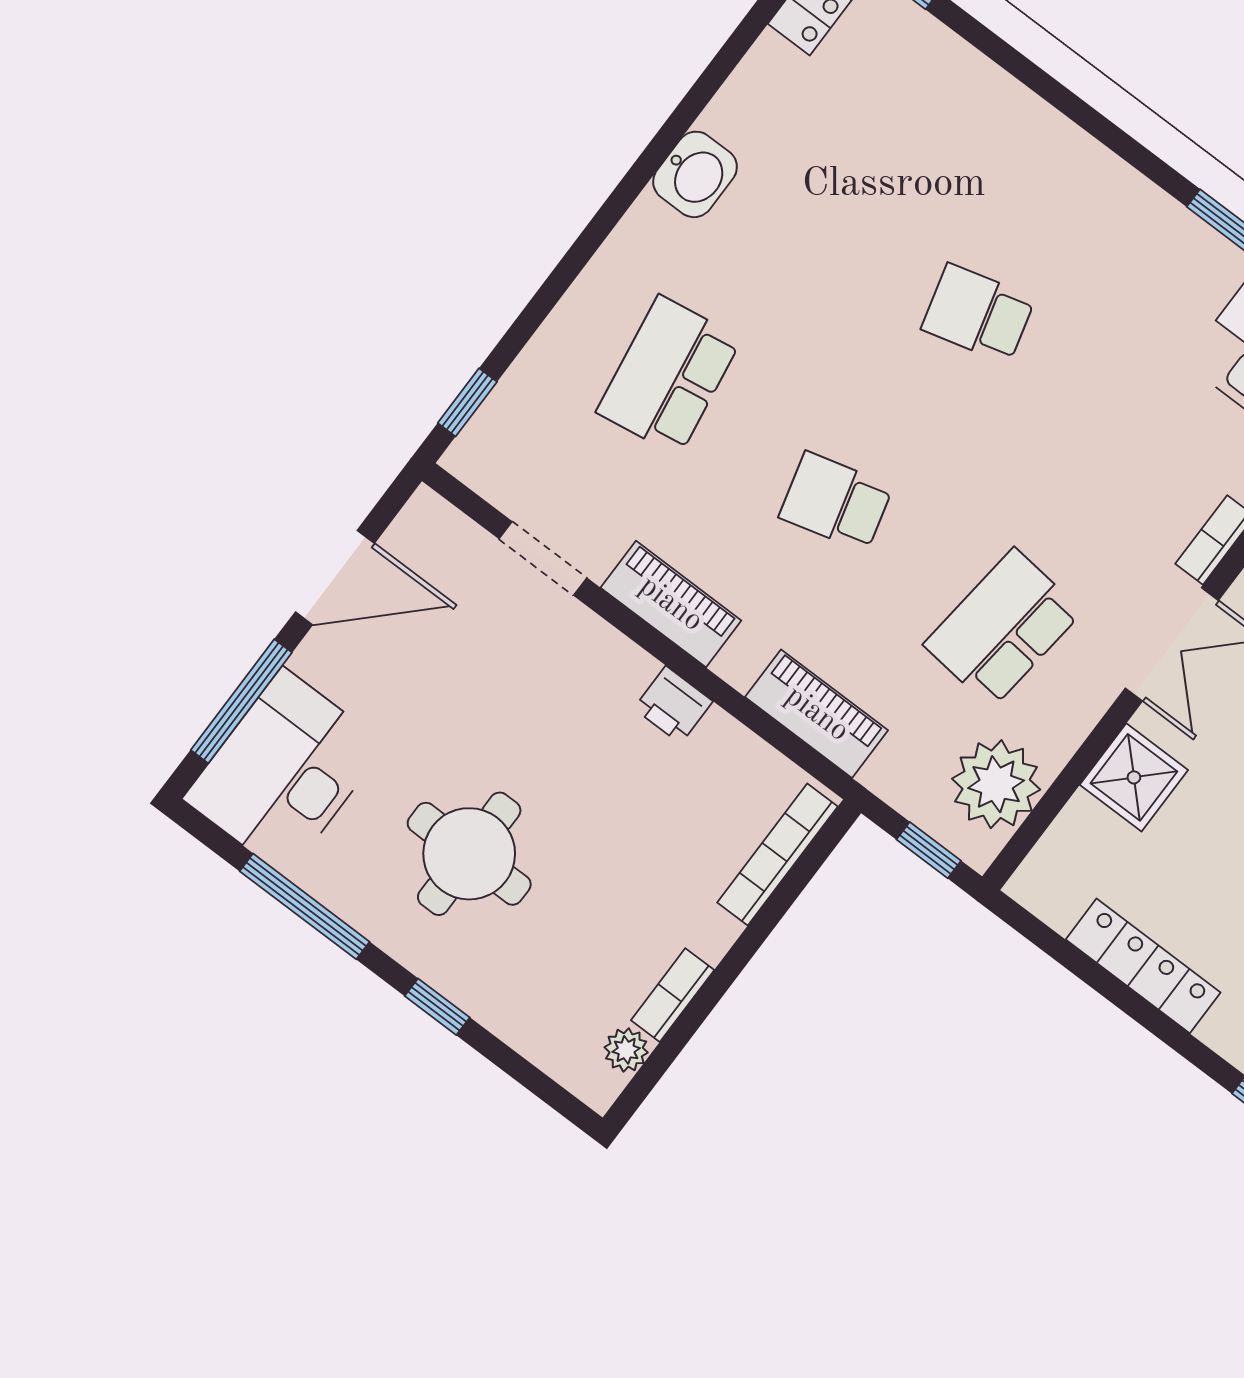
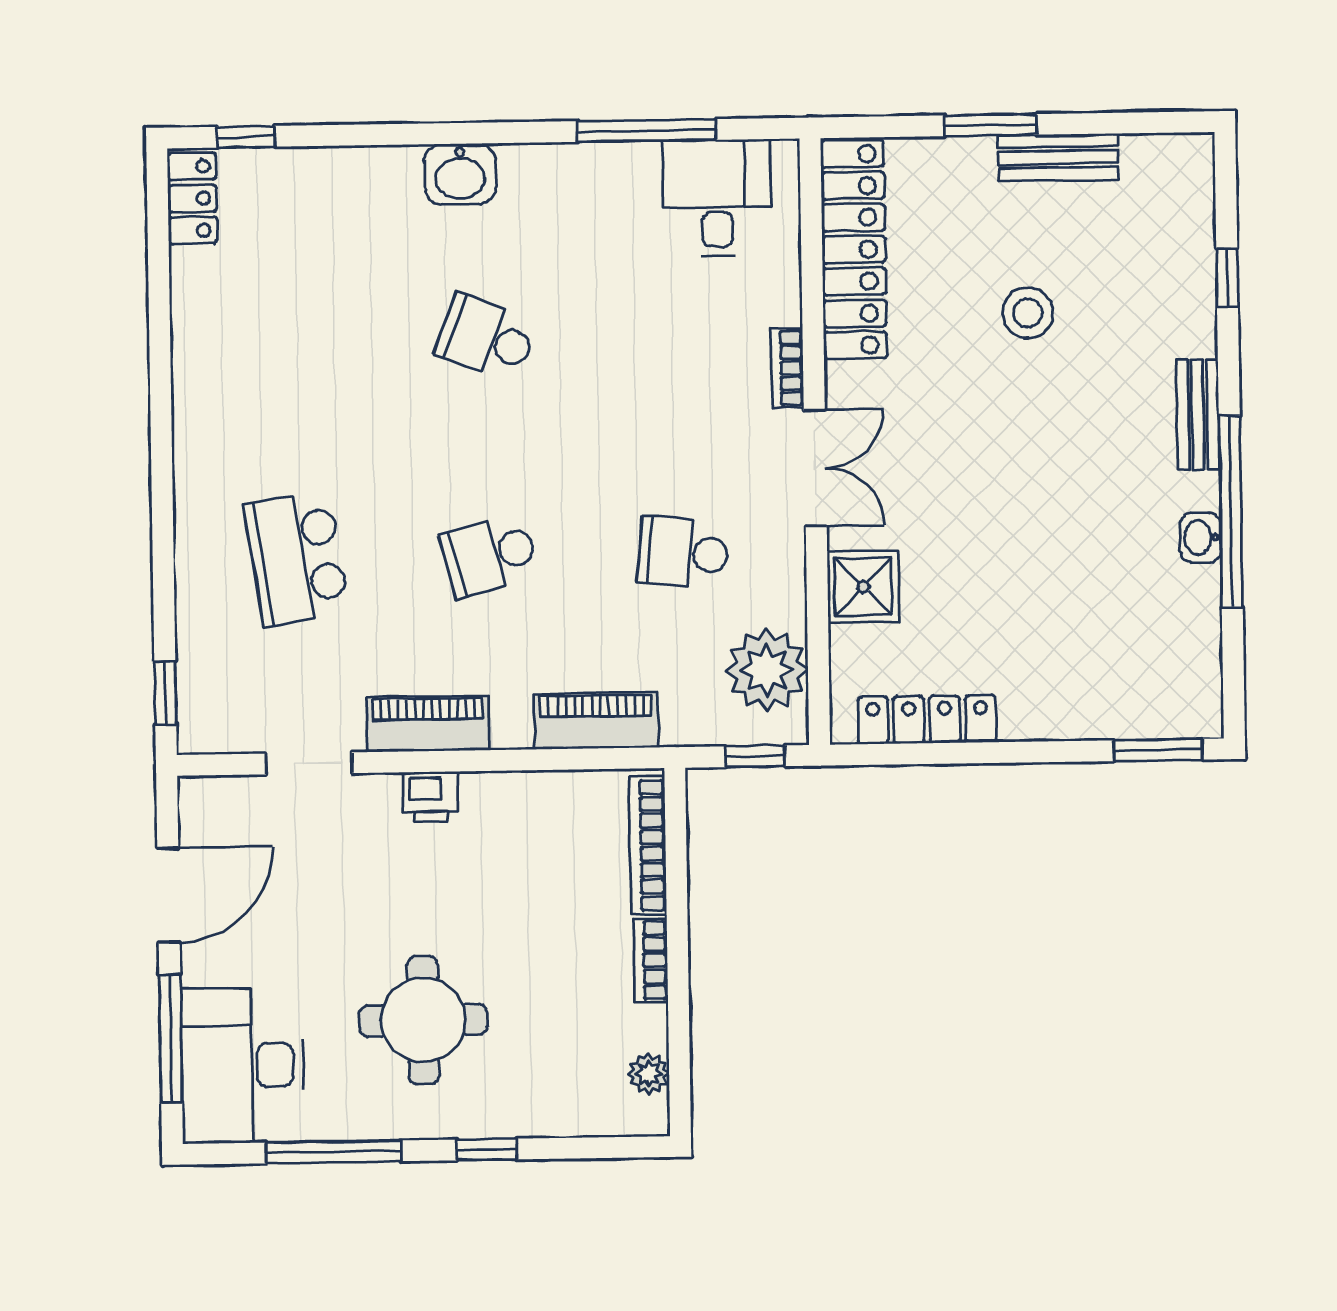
washbasin: (695, 174) -> (460, 174), moved, turned 90
school desk: (978, 314) -> (486, 338), turned 36
school desk: (1003, 628) -> (683, 553), width x0.54
printer: (673, 705) -> (431, 797), moved
locker: (1143, 966) -> (927, 719), moved
bookcase: (673, 995) -> (651, 960), moved

